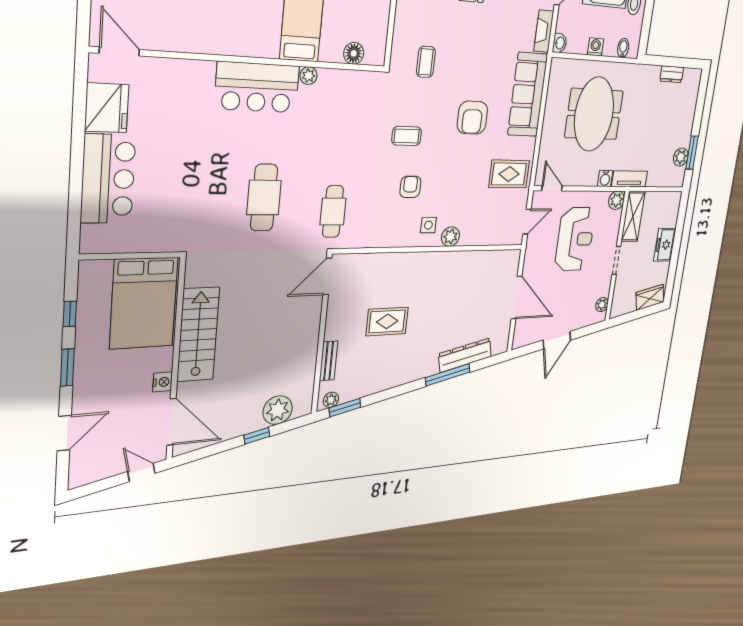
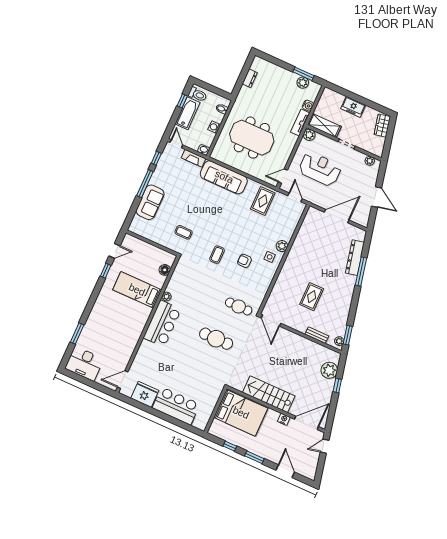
armchair: (472, 118) -> (223, 214), removed
water cooler: (605, 179) -> (308, 106), moved

